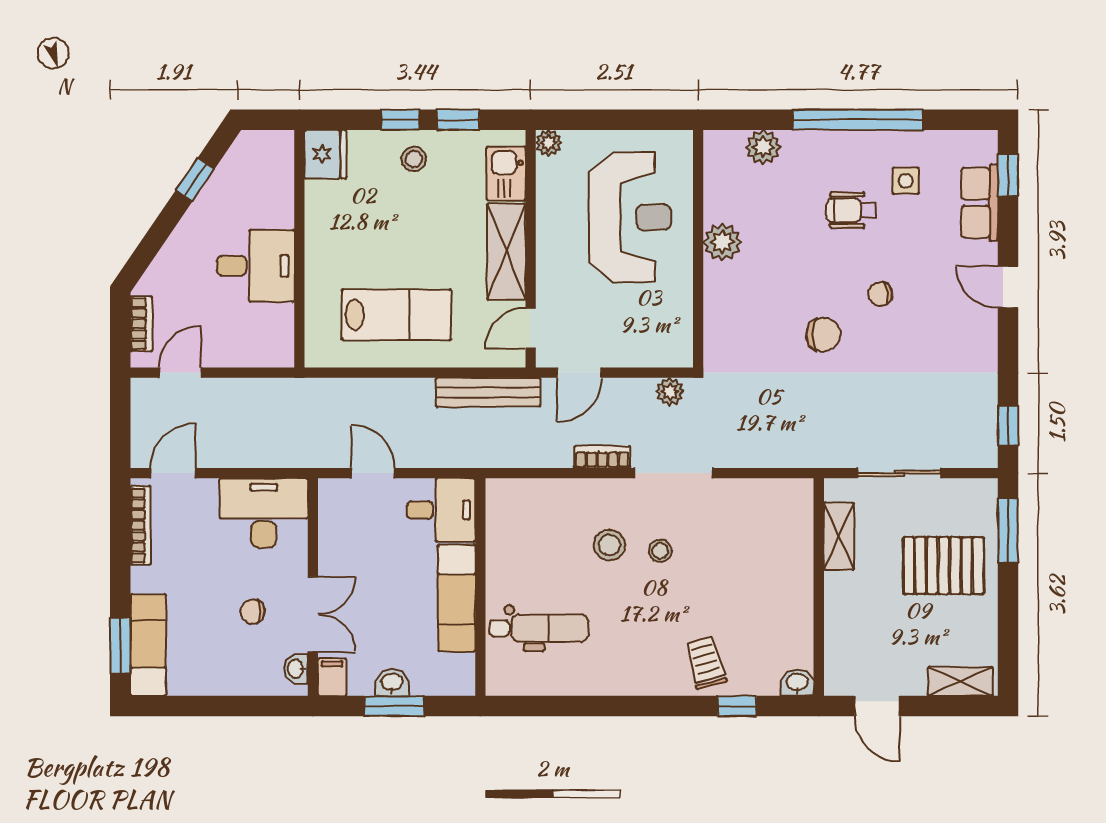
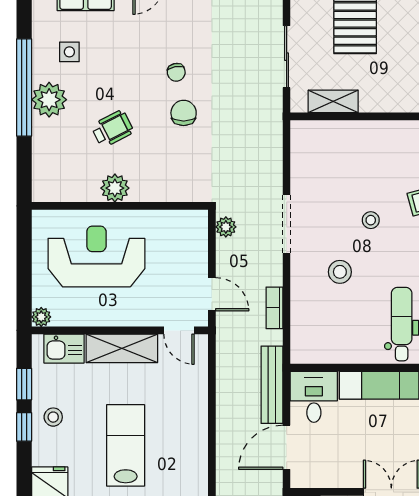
plant: (763, 147) -> (49, 100), moved, width x1.36, depth x1.36
wheelchair: (851, 210) -> (112, 129), moved, turned -117
chair: (880, 294) -> (176, 72), moved
lab bench: (396, 315) -> (126, 445), moved
bench: (488, 392) -> (272, 385), moved
bookcase: (602, 457) -> (274, 308), moved
door: (373, 473) -> (287, 447), width x1.38
stool: (660, 551) -> (371, 220), moved

